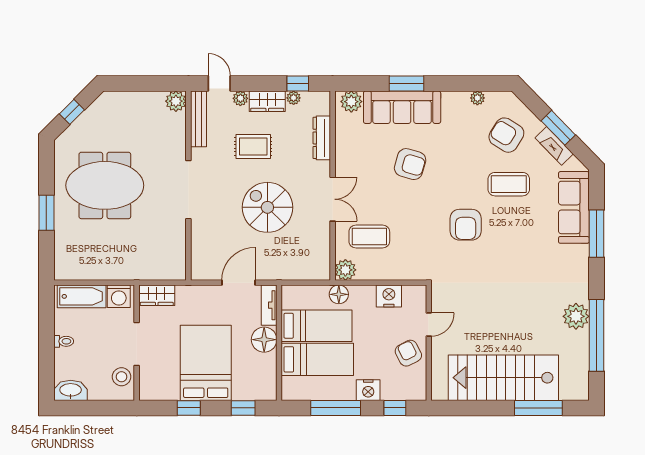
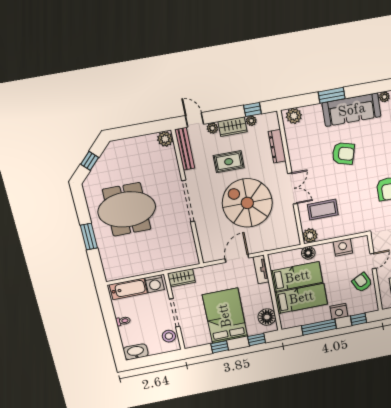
sofa: (402, 107) -> (352, 110), moved
spiral stairs: (267, 207) -> (247, 203), width x1.37, depth x1.37
floor lamp: (264, 340) -> (267, 317), moved

